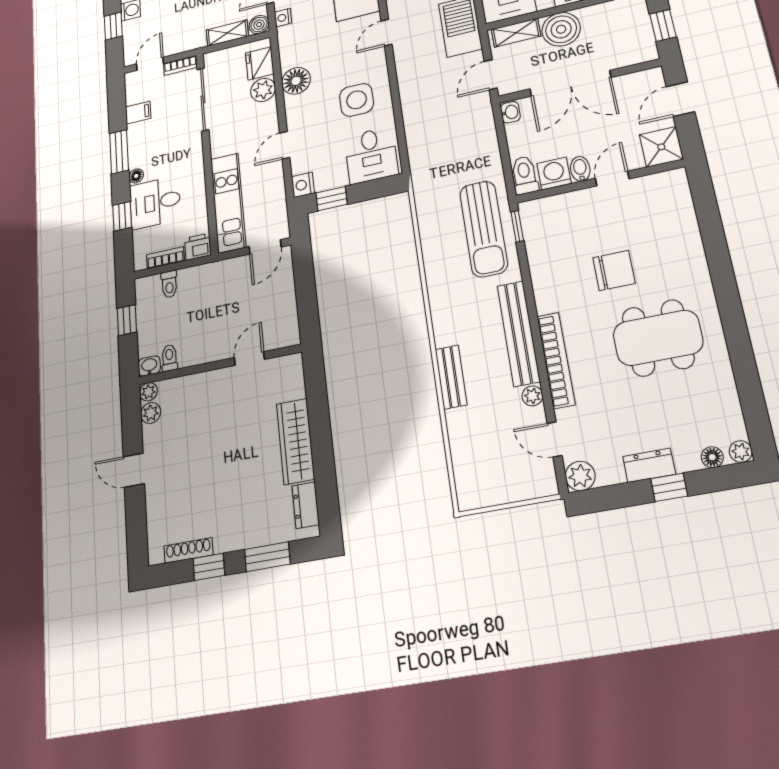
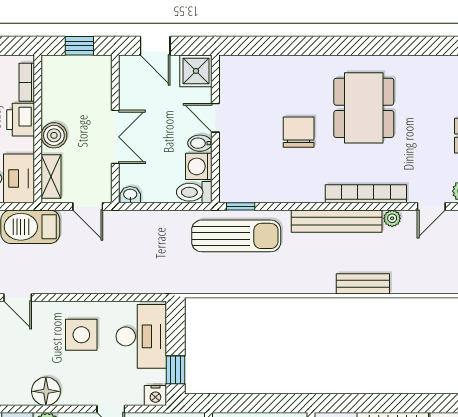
boiler: (561, 29) -> (54, 135), width x0.73, depth x0.73
double door: (570, 83) -> (115, 137), width x0.73
desk: (371, 155) -> (141, 336), width x1.37

